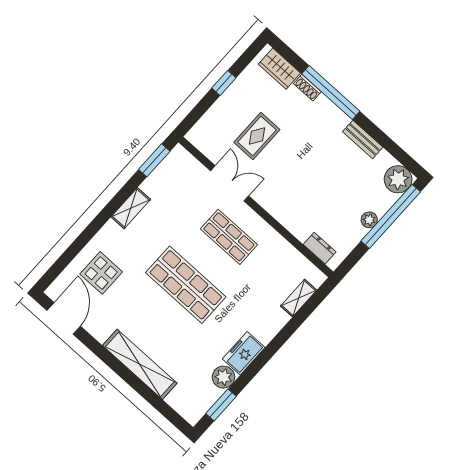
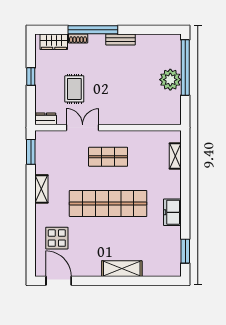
bench: (363, 139) -> (120, 40), moved
plant: (398, 179) -> (171, 44), removed
plant: (369, 220) -> (170, 80), width x1.88, depth x1.88
dresser: (320, 248) -> (46, 119), moved
shop shelf: (186, 285) -> (108, 204), width x1.40
shelving: (140, 364) -> (122, 269), width x0.68
plant: (224, 377) -> (173, 235), removed

